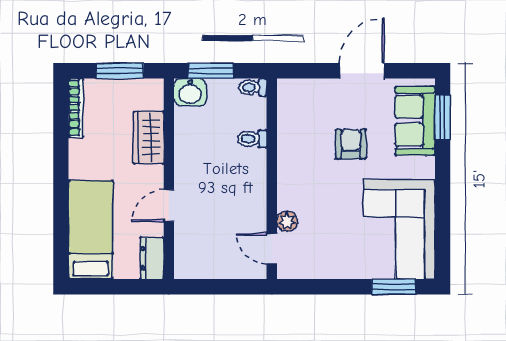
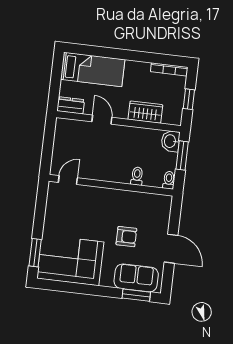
window: (120, 71) -> (189, 99), width x0.67
plant: (287, 221) -> (84, 192), removed

